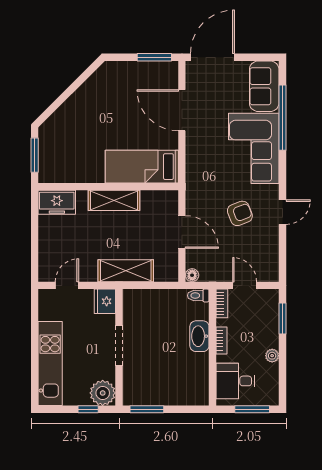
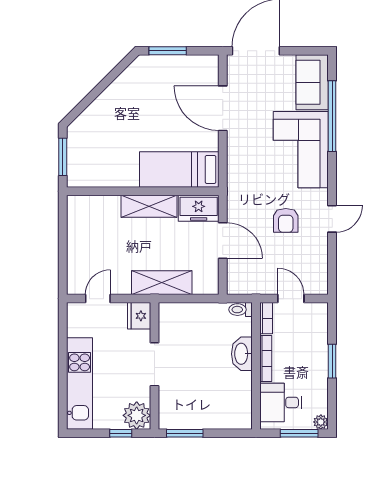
window: (154, 57) -> (168, 51), moved
freezer: (57, 202) -> (199, 208), moved
armchair: (240, 213) -> (286, 220), turned 111
floor lamp: (192, 275) -> (234, 288), removed
window: (282, 318) -> (332, 361), moved
bookcase: (221, 340) -> (266, 358), width x1.56
plant: (272, 356) -> (321, 422), moved

